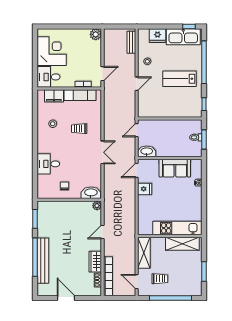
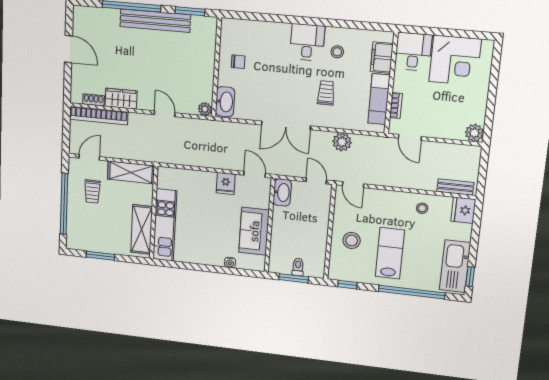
fridge: (157, 36) -> (463, 210), moved
door: (137, 84) -> (353, 185), moved
stool: (174, 104) -> (352, 240), added
plant: (110, 116) -> (342, 142), added
double door: (102, 152) -> (286, 125), width x1.37
desk: (48, 164) -> (307, 42), moved
bench: (43, 261) -> (155, 21), moved
door: (66, 298) -> (68, 49), hinge flipped

